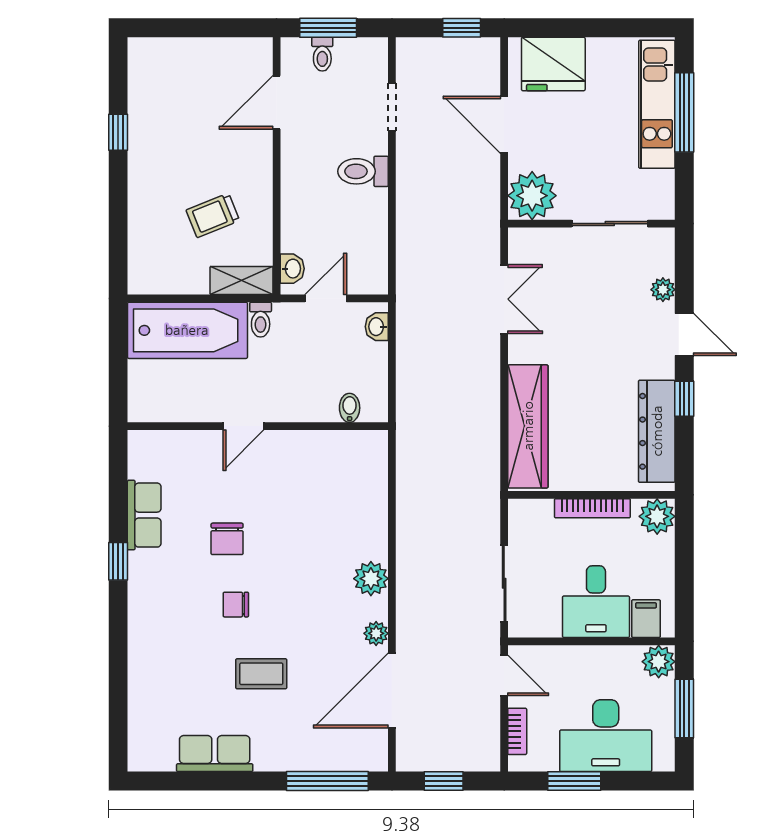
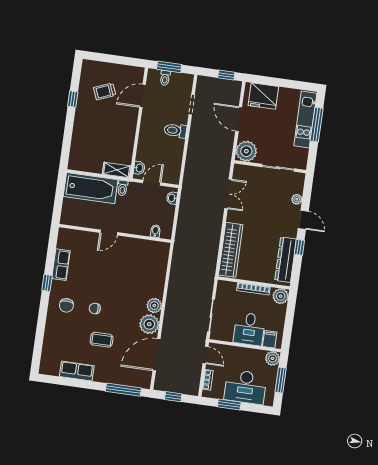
trolley: (213, 215) -> (105, 91), moved
chair: (227, 539) -> (66, 305), moved
plant: (376, 633) -> (149, 324), width x1.88, depth x1.88

